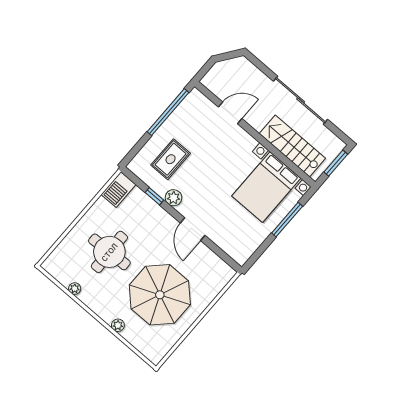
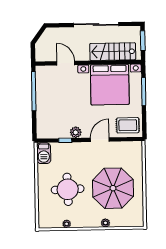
door: (230, 113) -> (66, 63), hinge flipped
rug: (171, 159) -> (128, 125), moved, turned 90
bed with nightstands: (266, 187) -> (110, 85), width x1.36
door: (193, 229) -> (100, 140), swing flipped

